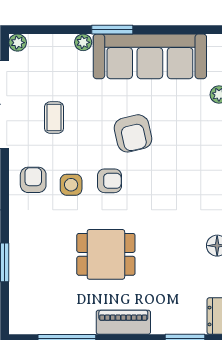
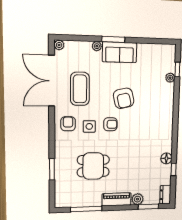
sofa: (150, 56) -> (120, 52), width x0.54, depth x0.79
coffee table: (54, 118) -> (80, 89), width x1.86, depth x1.72
dining table: (106, 254) -> (93, 166), moved
plant: (163, 323) -> (137, 199), added

